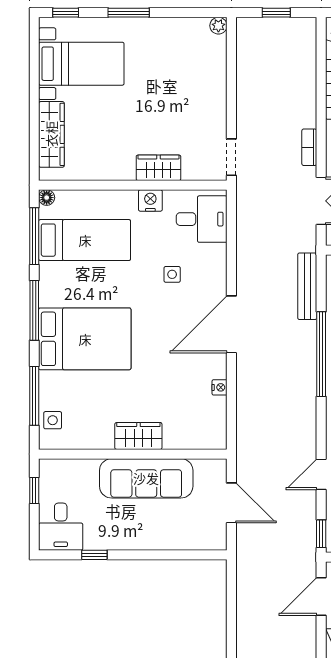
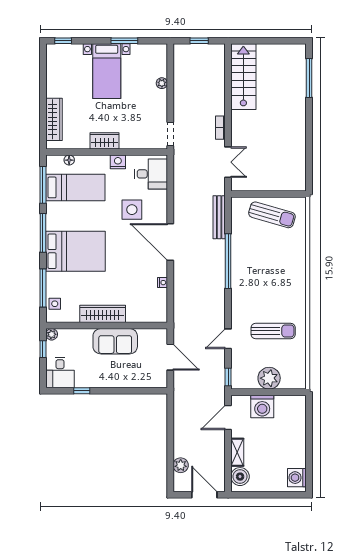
window: (129, 13) -> (124, 41), moved
plant: (218, 26) -> (162, 83), moved
bed with nightstands: (81, 64) -> (107, 71), moved, turned 90
wardrobe: (158, 168) -> (105, 141), moved
floor lamp: (47, 198) -> (69, 160), moved
side table: (172, 274) -> (132, 210), width x1.87, depth x1.87
door: (231, 324) -> (170, 242), hinge flipped
wardrobe: (138, 436) -> (103, 314), width x1.50
plant: (48, 468) -> (52, 334), added
sofa: (146, 478) -> (115, 341), width x0.73

